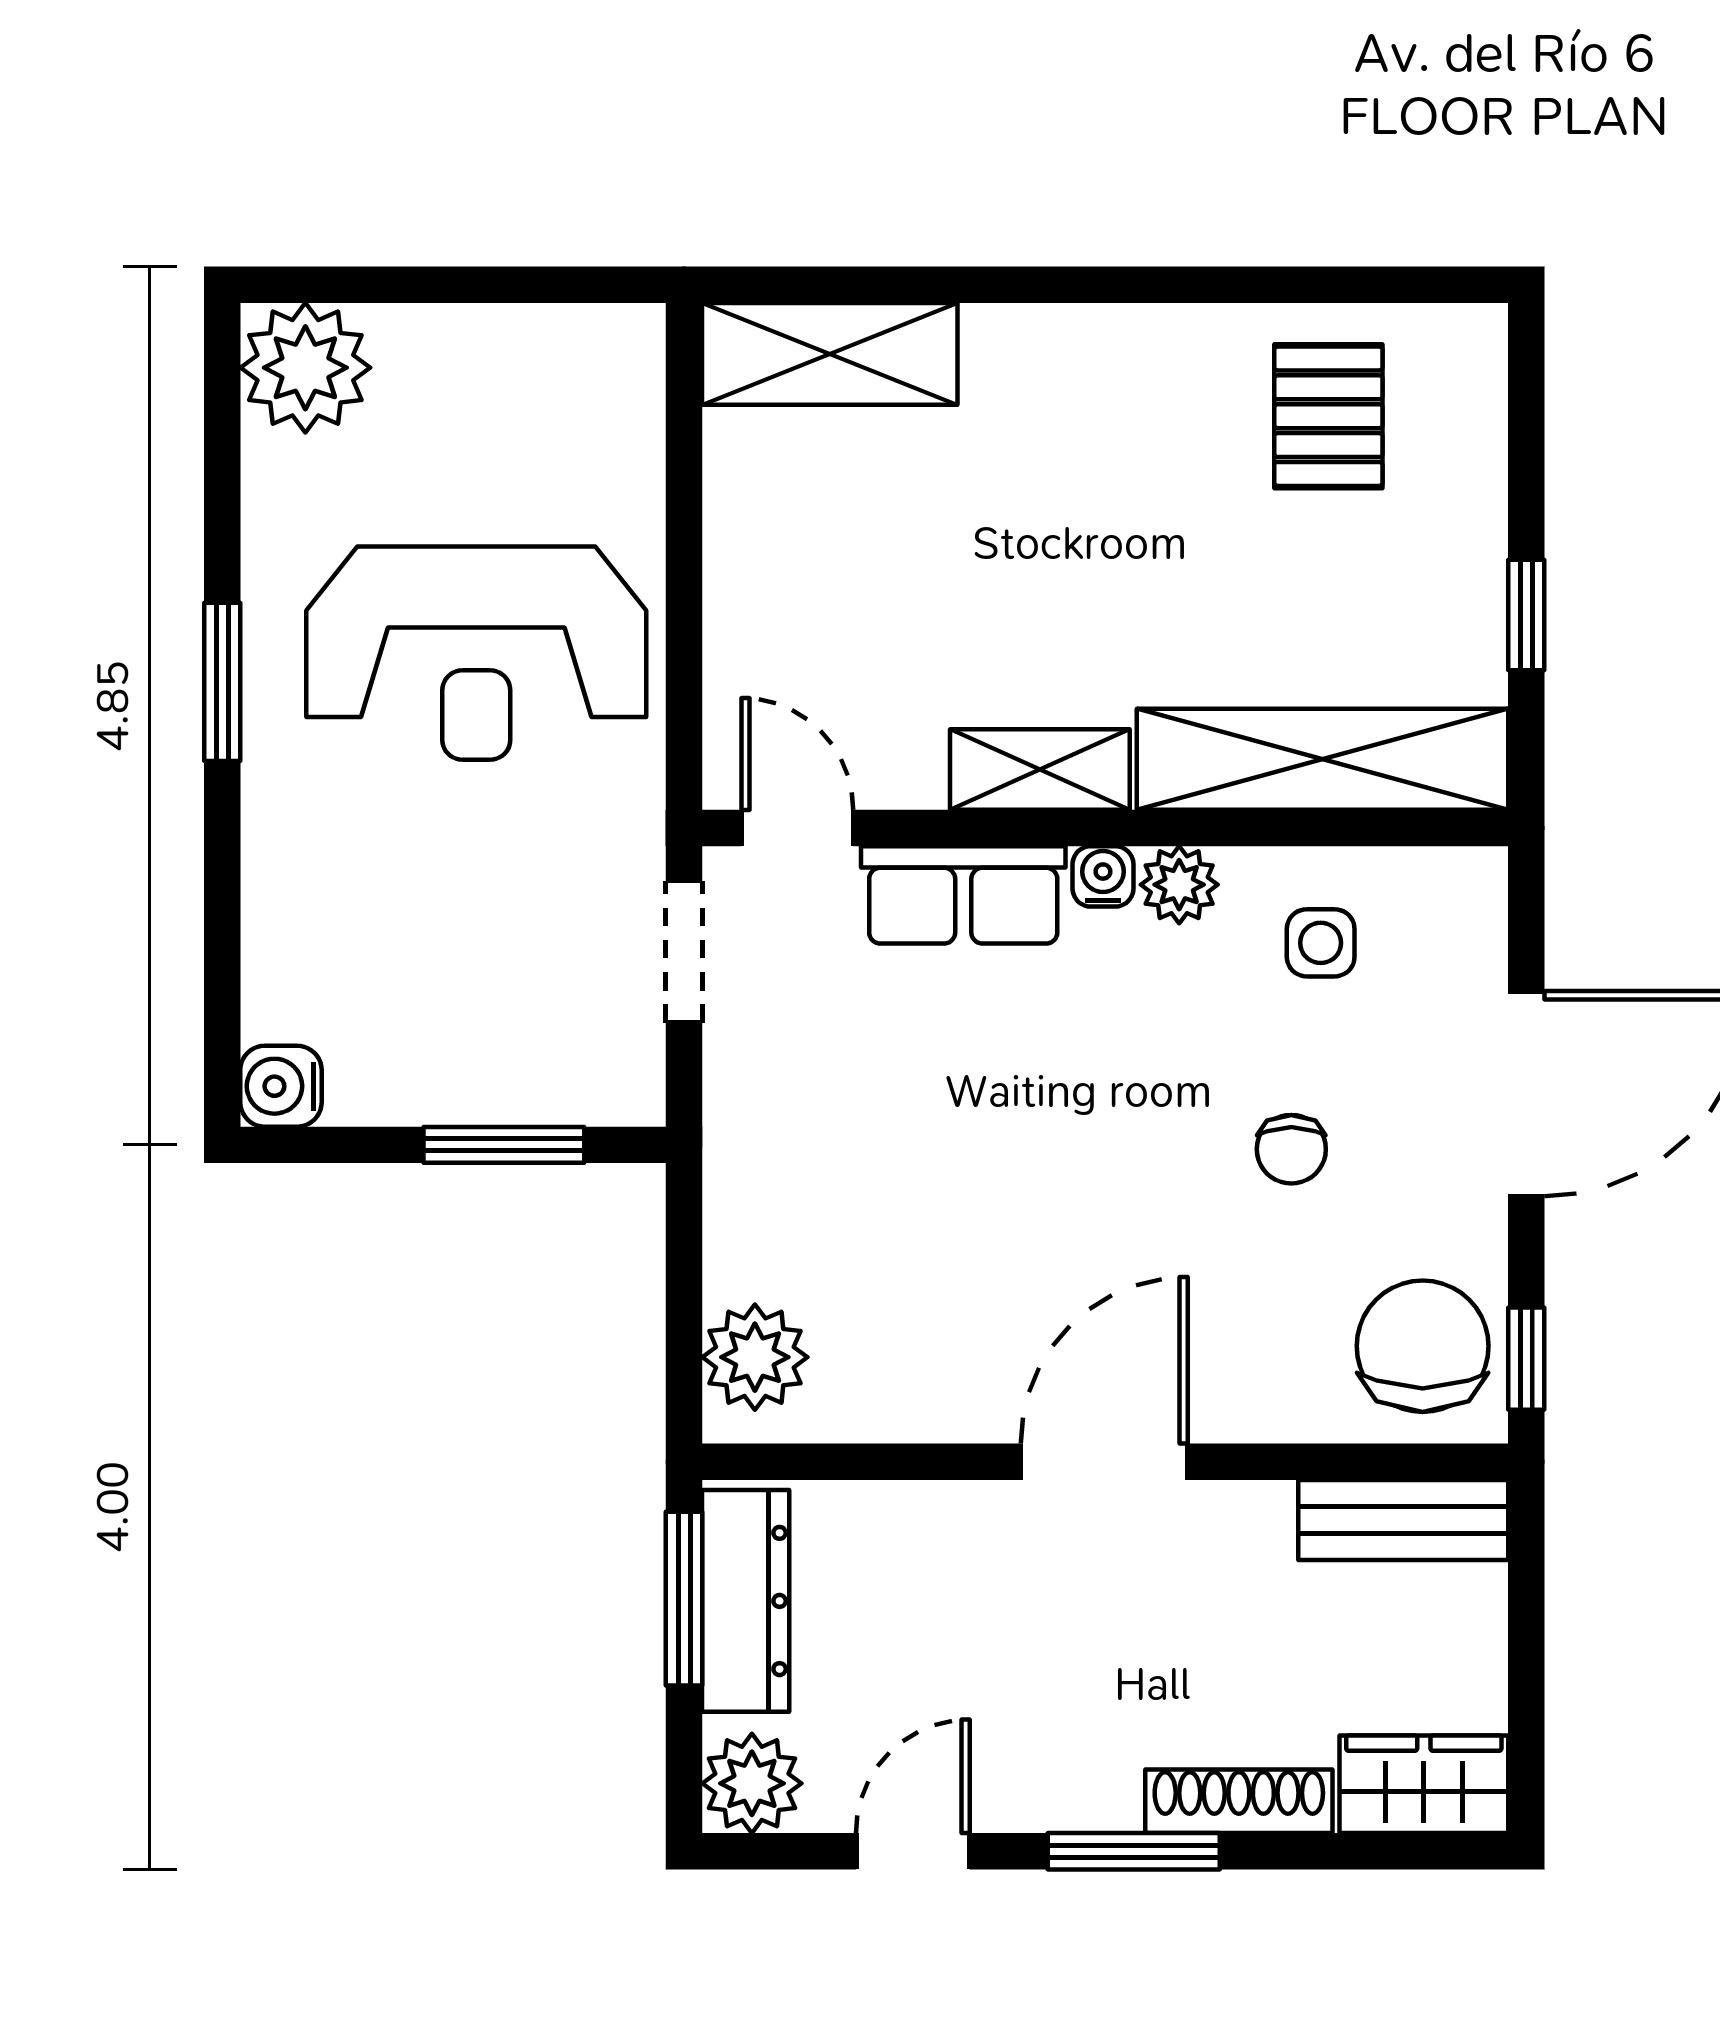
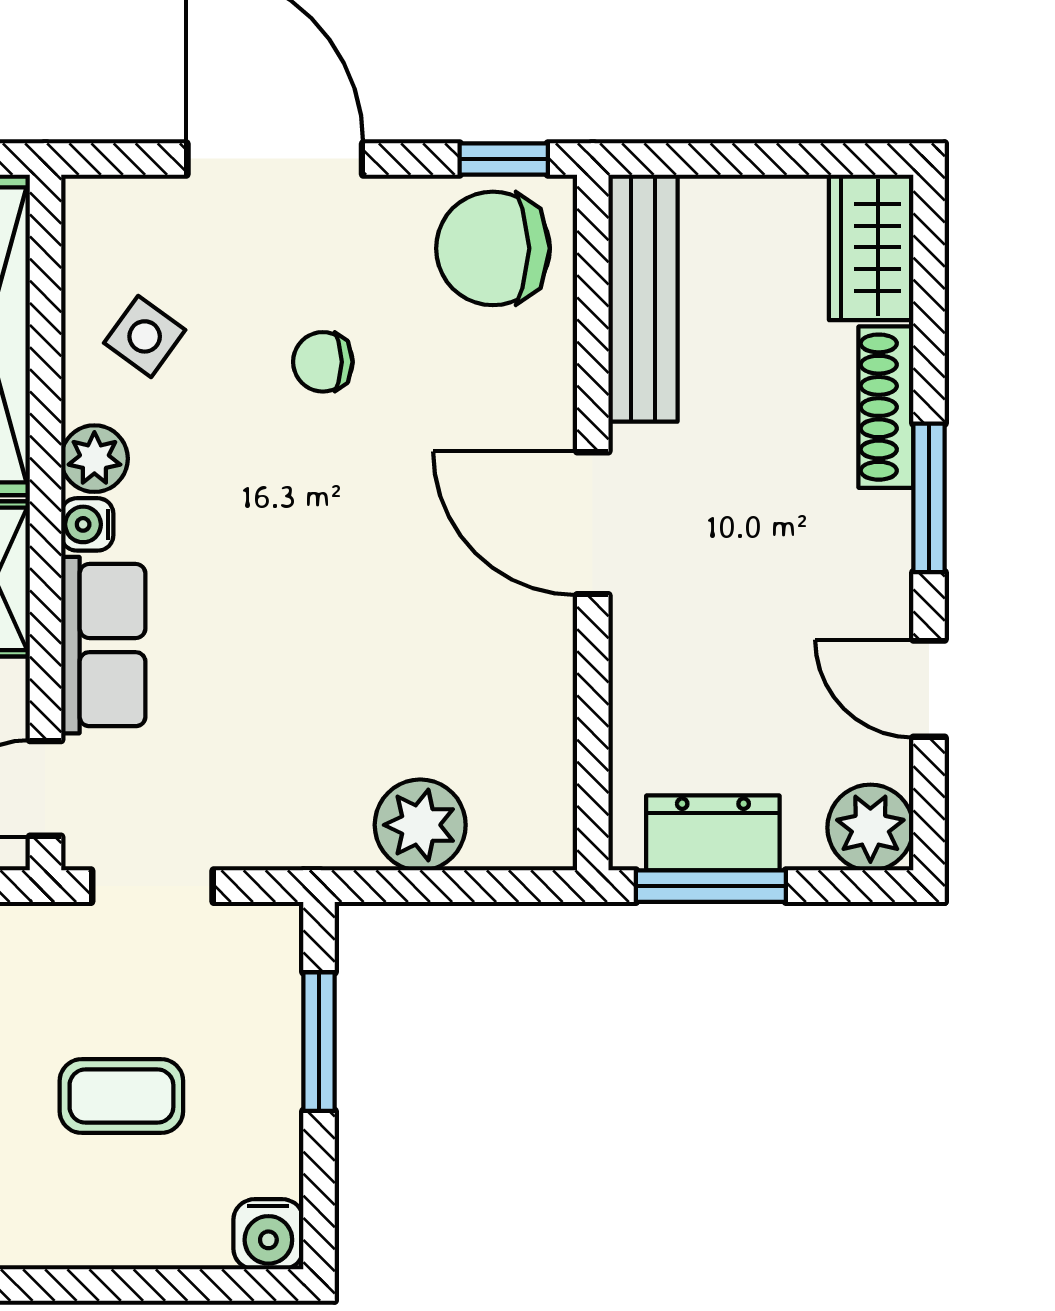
coffee table: (441, 916) -> (121, 1096), added
side table: (1321, 943) -> (145, 336), turned 36
chair: (1291, 1149) -> (323, 362), turned 180
plant: (755, 1357) -> (420, 825), moved
bench: (1403, 1520) -> (643, 298), width x1.36
dresser: (746, 1601) -> (713, 833), width x0.70

